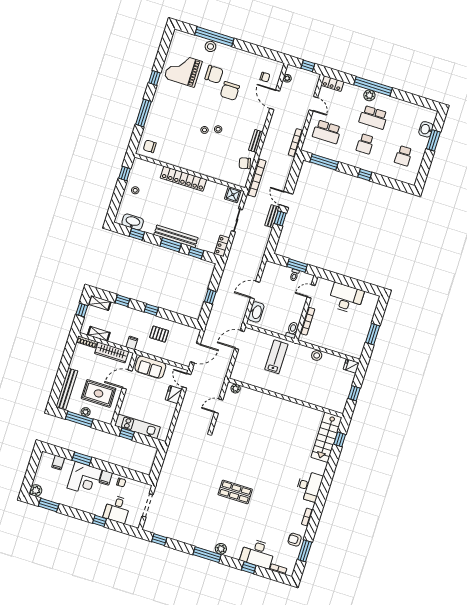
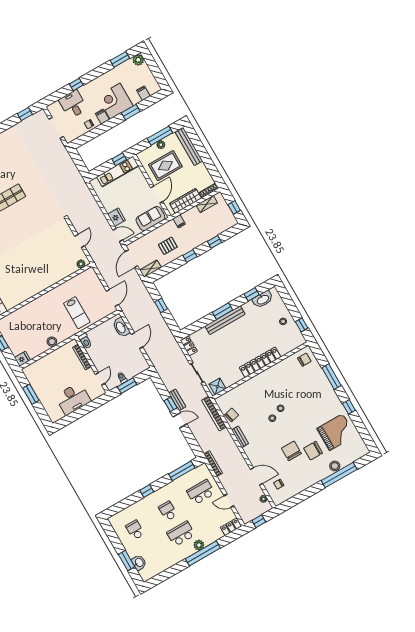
window: (196, 253) -> (201, 324), removed
shelving: (100, 303) -> (150, 269), moved

